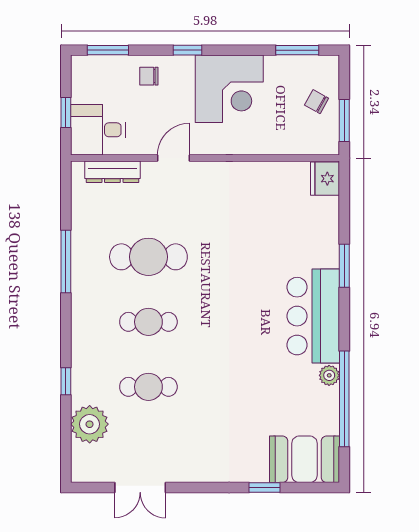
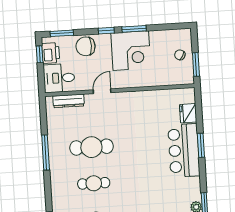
window: (297, 50) -> (134, 29), moved
chair: (149, 76) -> (86, 46), width x1.87, depth x1.87
printer: (86, 84) -> (51, 53), added
window: (66, 112) -> (40, 54), moved
fridge: (325, 179) -> (188, 113), moved
bar counter: (313, 316) -> (184, 150), moved

